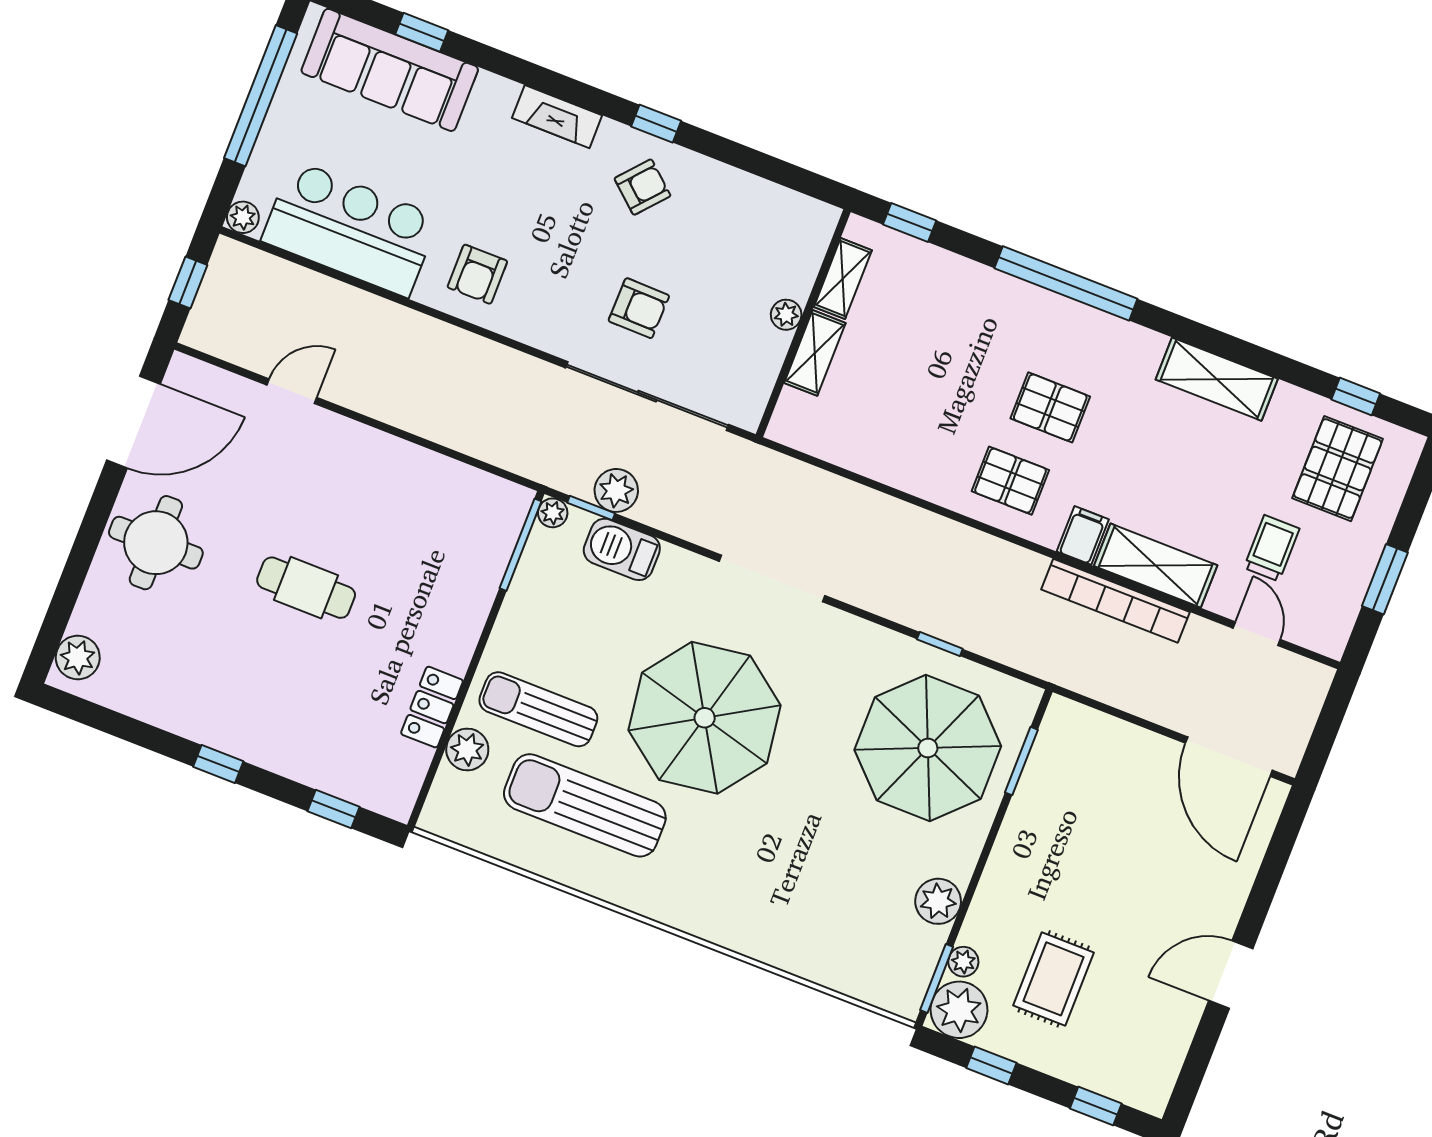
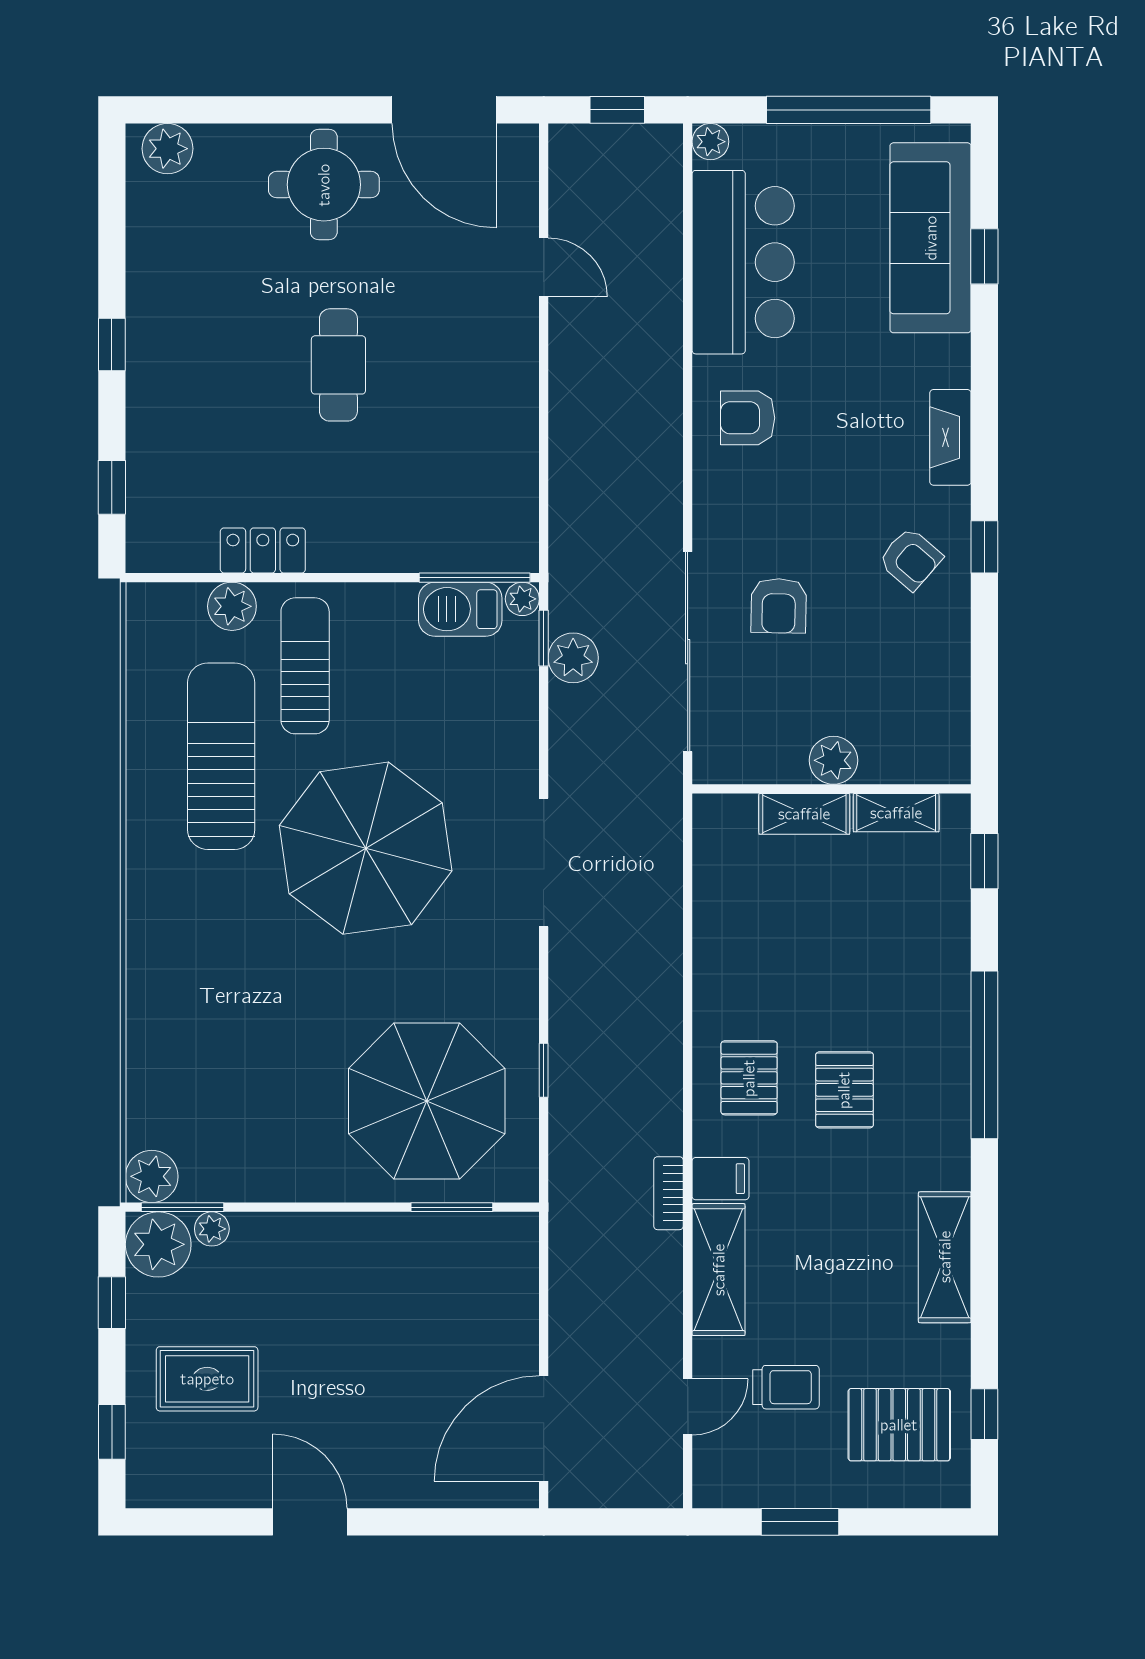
plant: (786, 315) -> (833, 760), width x1.38, depth x1.38
barbecue: (622, 549) -> (460, 609), moved, turned -90
bookcase: (1116, 601) -> (668, 1193), width x0.43, depth x0.76
plant: (938, 901) -> (152, 1176), moved
rug: (1054, 979) -> (207, 1379), moved

